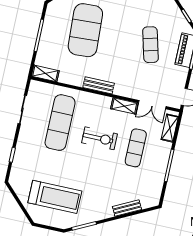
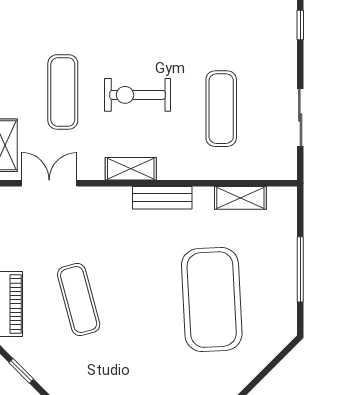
shelving: (45, 73) -> (240, 198), moved
shelving: (124, 106) -> (131, 169), moved
exercise mat: (60, 123) -> (221, 109), width x0.73, depth x0.69

